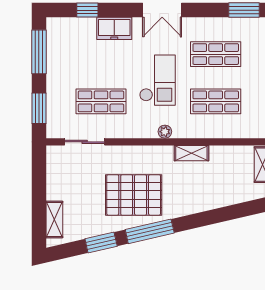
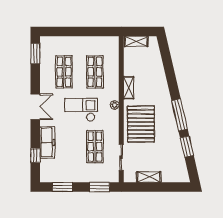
freezer: (114, 28) -> (47, 142), width x1.40
window: (39, 52) -> (63, 187), width x0.69
pallet: (134, 195) -> (141, 124), moved
shelving: (54, 220) -> (149, 177), moved

